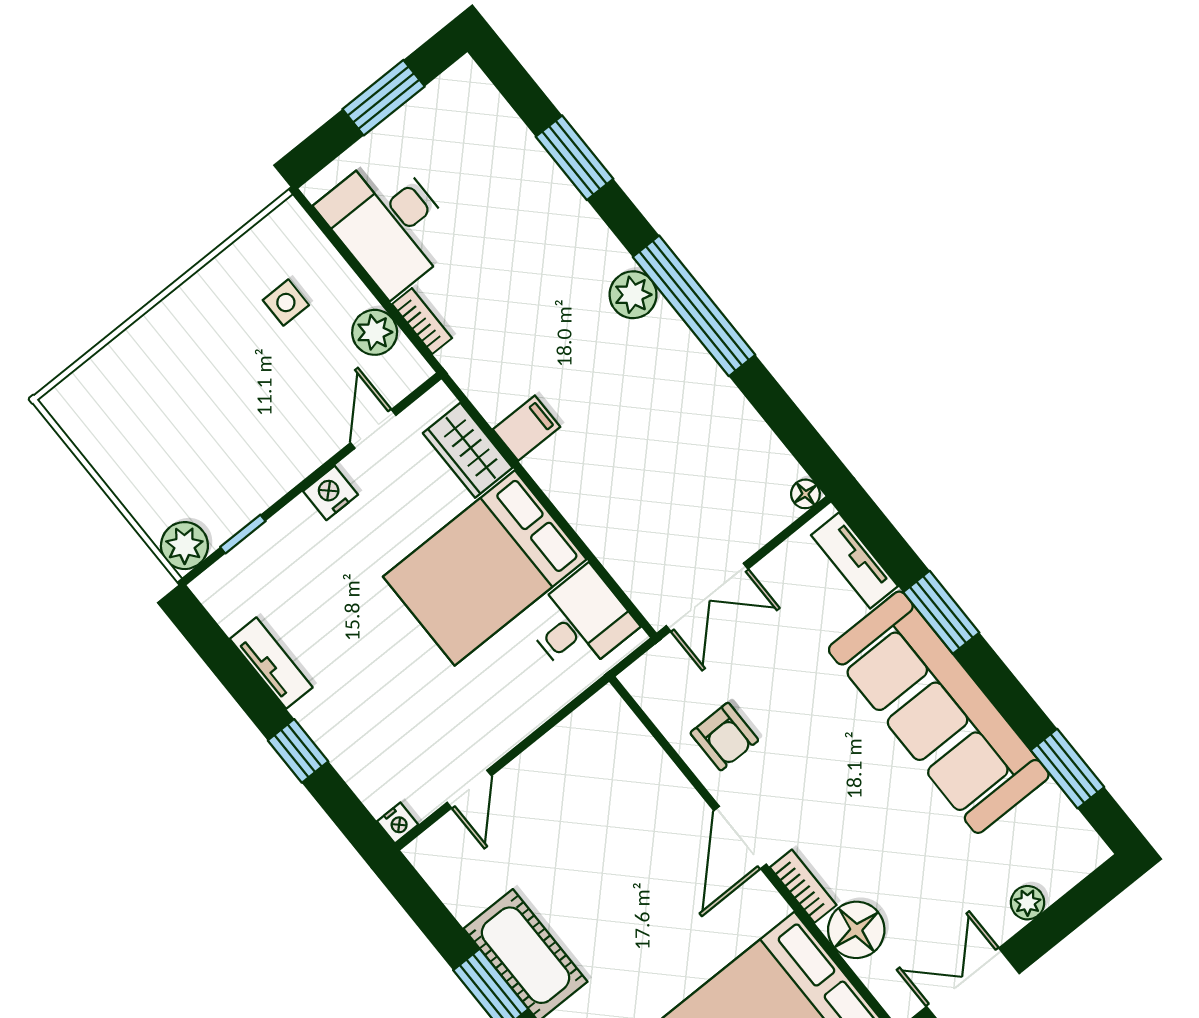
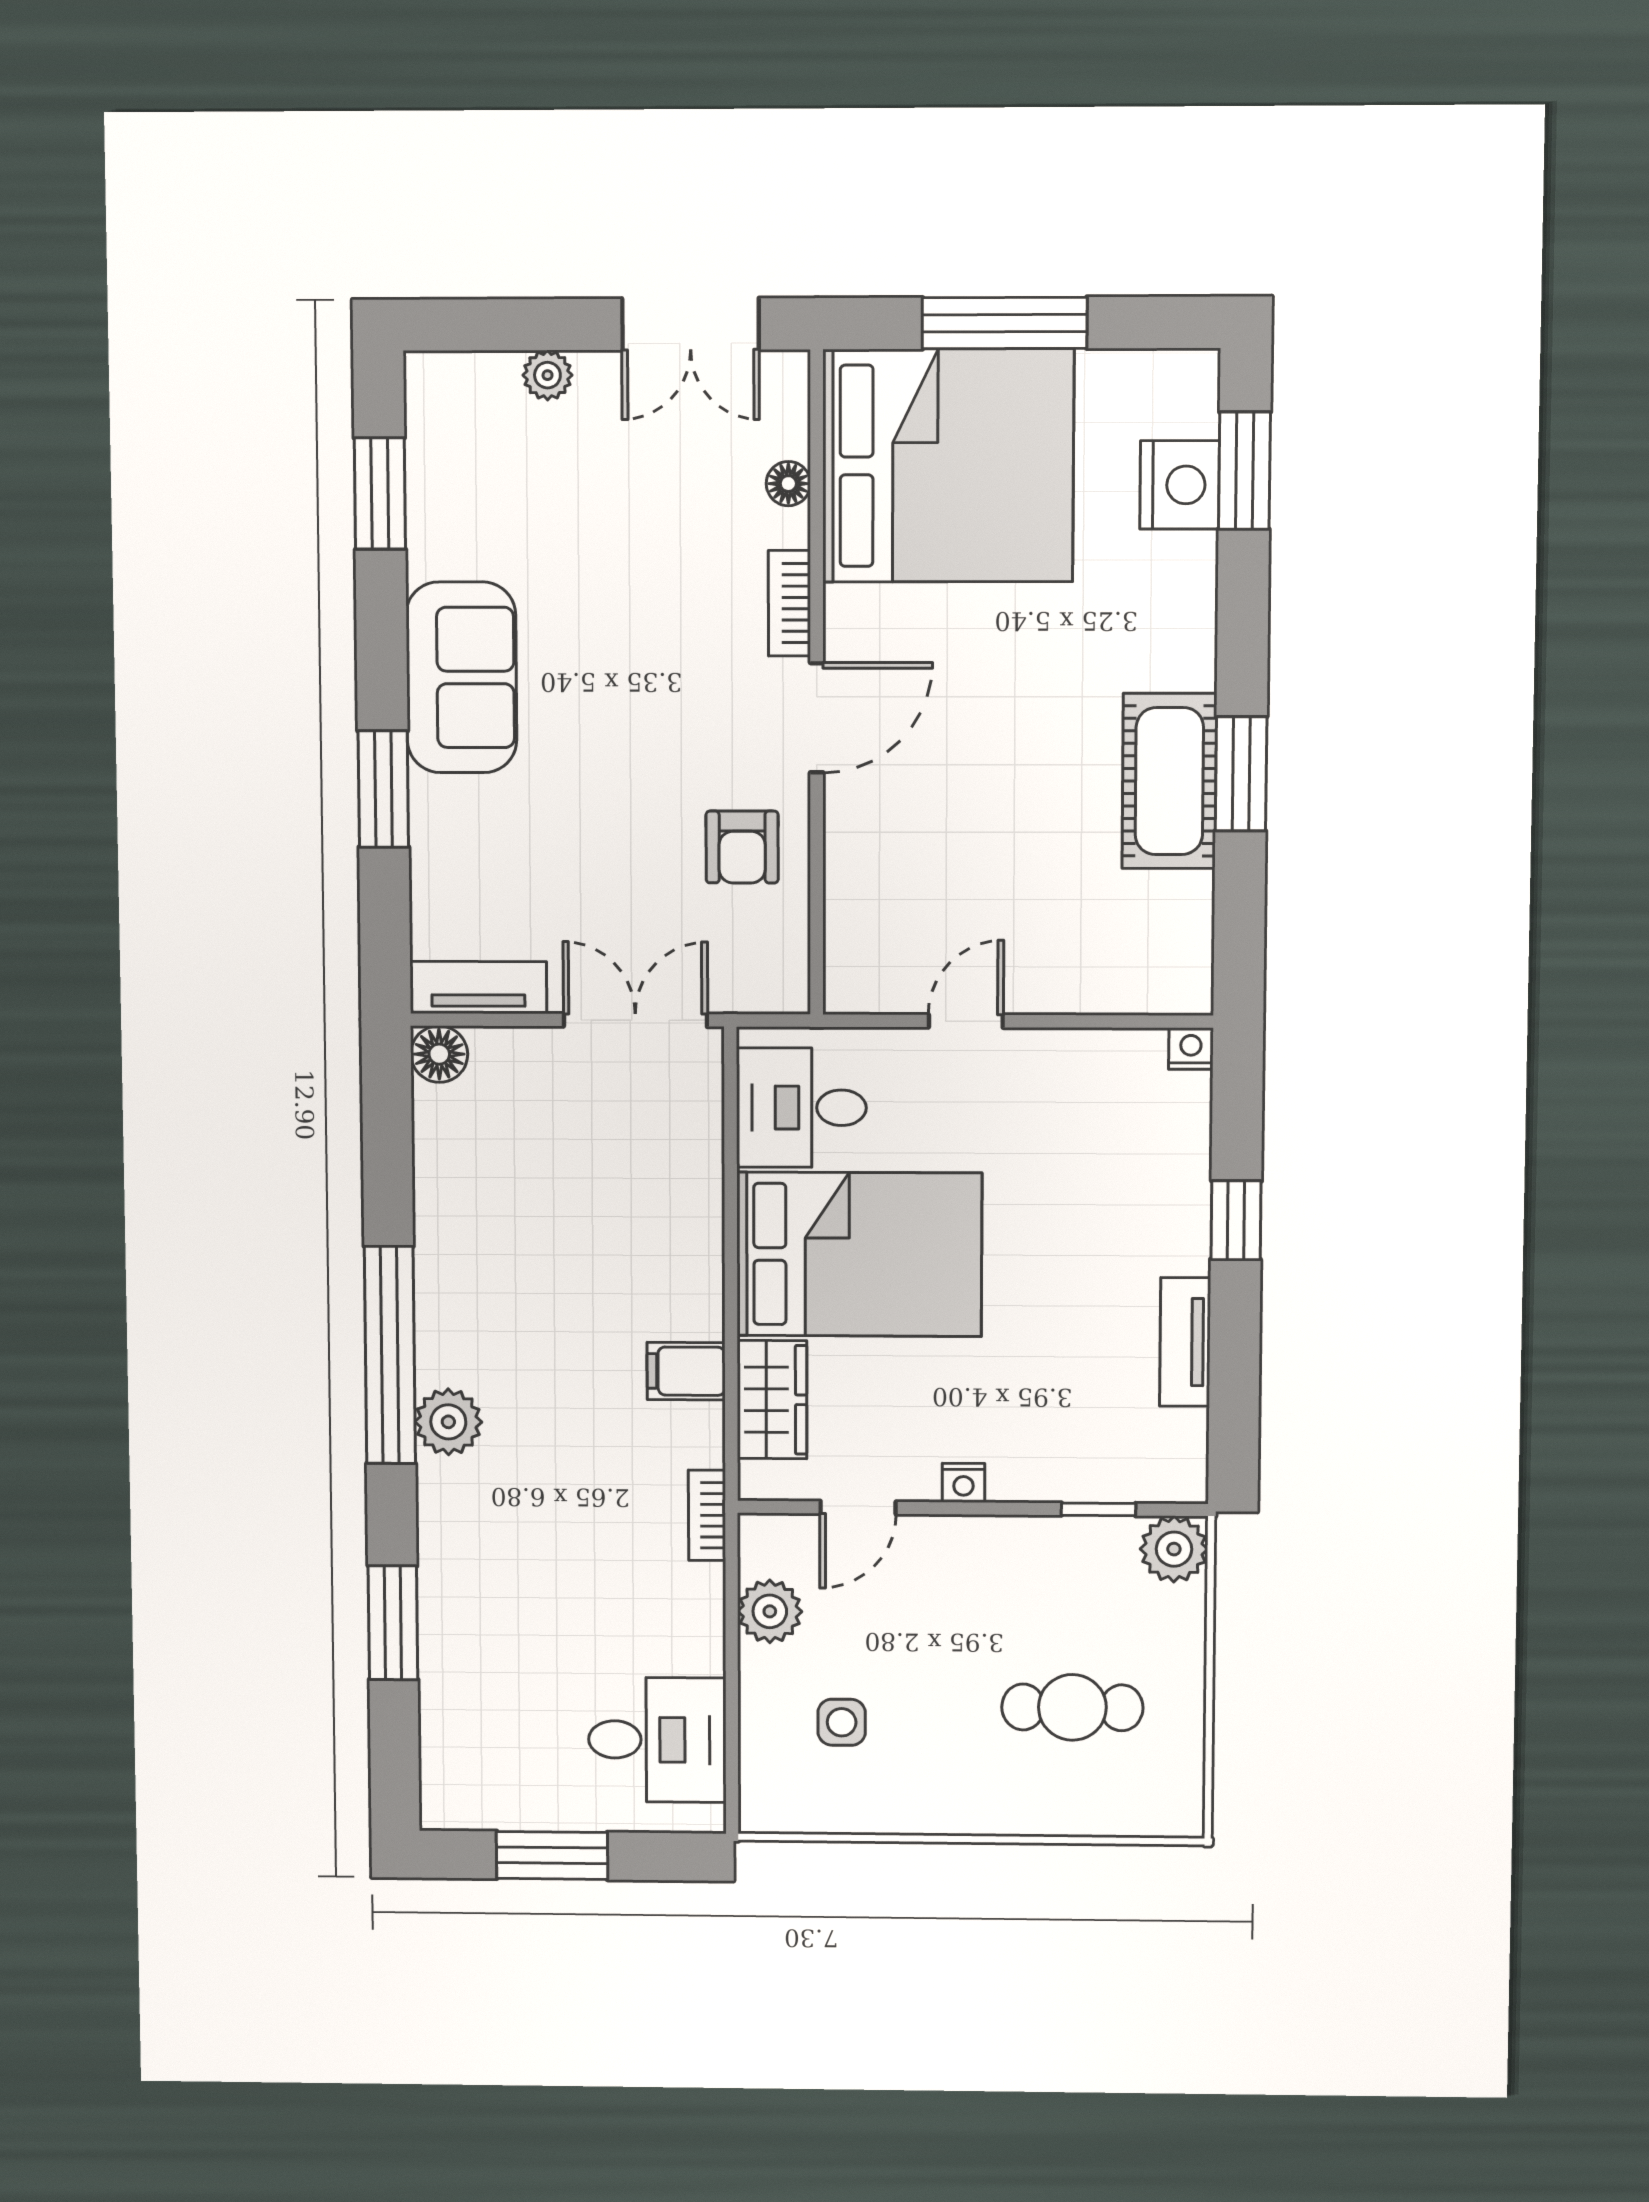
desk: (389, 223) -> (657, 1740), width x0.73
bookcase: (422, 321) -> (707, 1515), moved
cafe table: (168, 414) -> (1072, 1707), added
nightstand: (330, 493) -> (964, 1483), width x0.72, depth x0.74
floor lamp: (805, 494) -> (439, 1054), width x1.37, depth x1.37
tv unit: (855, 561) -> (478, 987), moved, turned -90
sofa: (939, 712) -> (461, 677), width x0.54, depth x0.79
armchair: (724, 737) -> (742, 847), turned 180
door: (469, 789) -> (966, 1021), moved
floor lamp: (856, 930) -> (788, 484), width x0.53, depth x0.53

